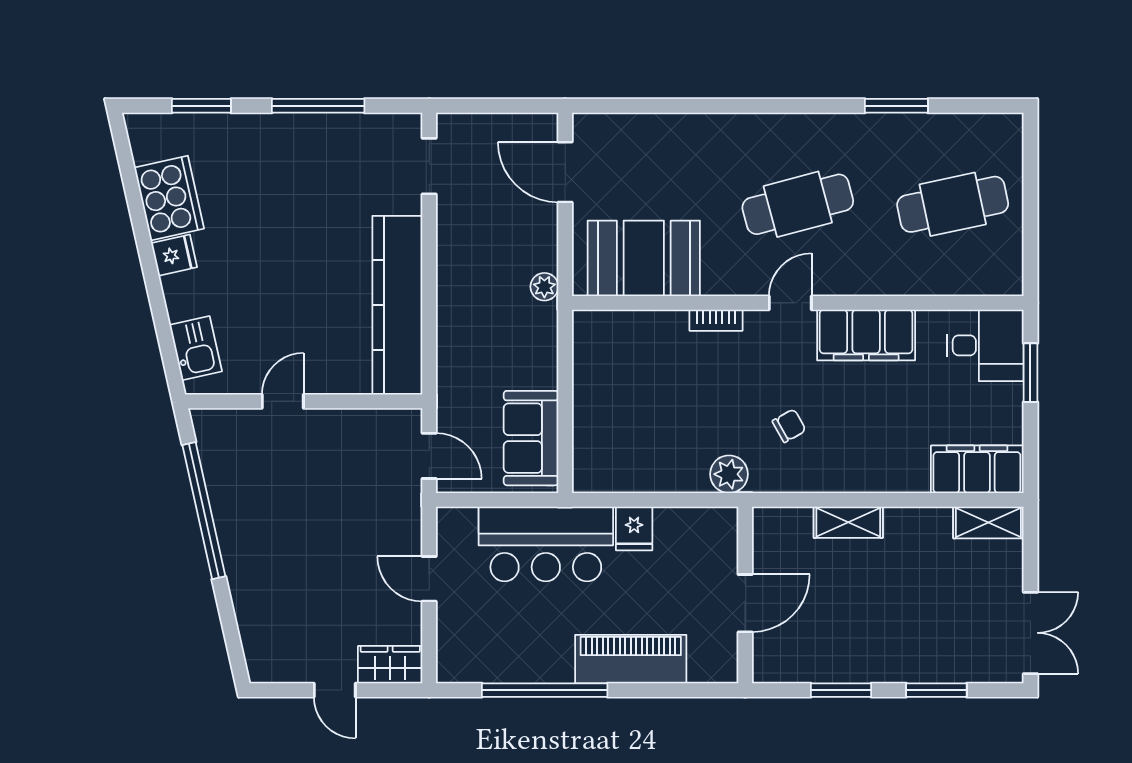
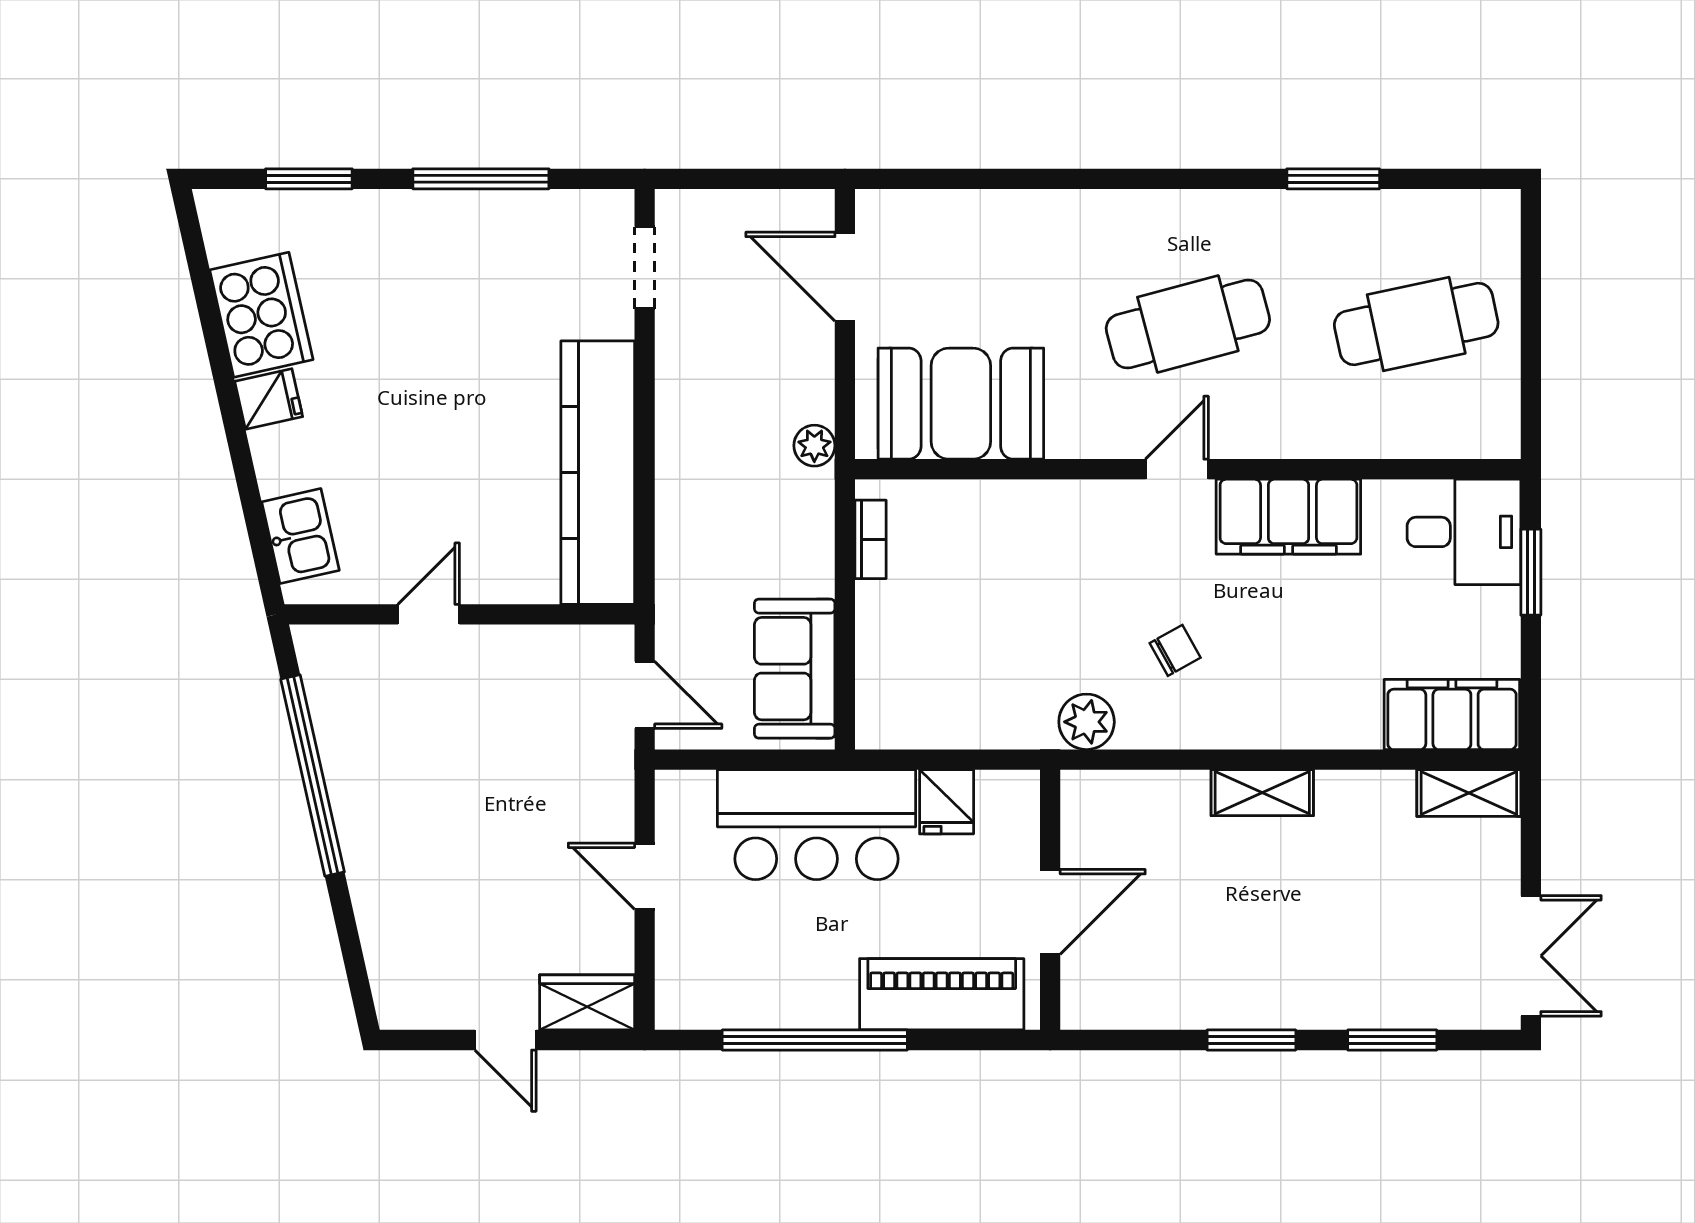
bookcase: (716, 320) -> (871, 539), moved, turned -90
wall: (745, 595) -> (1050, 900), moved
door: (745, 603) -> (1050, 912), moved

